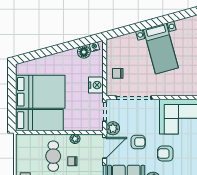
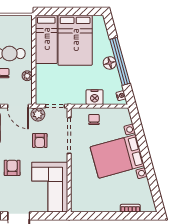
window: (61, 48) -> (120, 61), added
bed with nightstands: (161, 49) -> (117, 156), width x1.36
floor lamp: (84, 52) -> (110, 63), moved
nightstand: (96, 85) -> (95, 97), moved
armchair: (138, 142) -> (40, 141), moved

